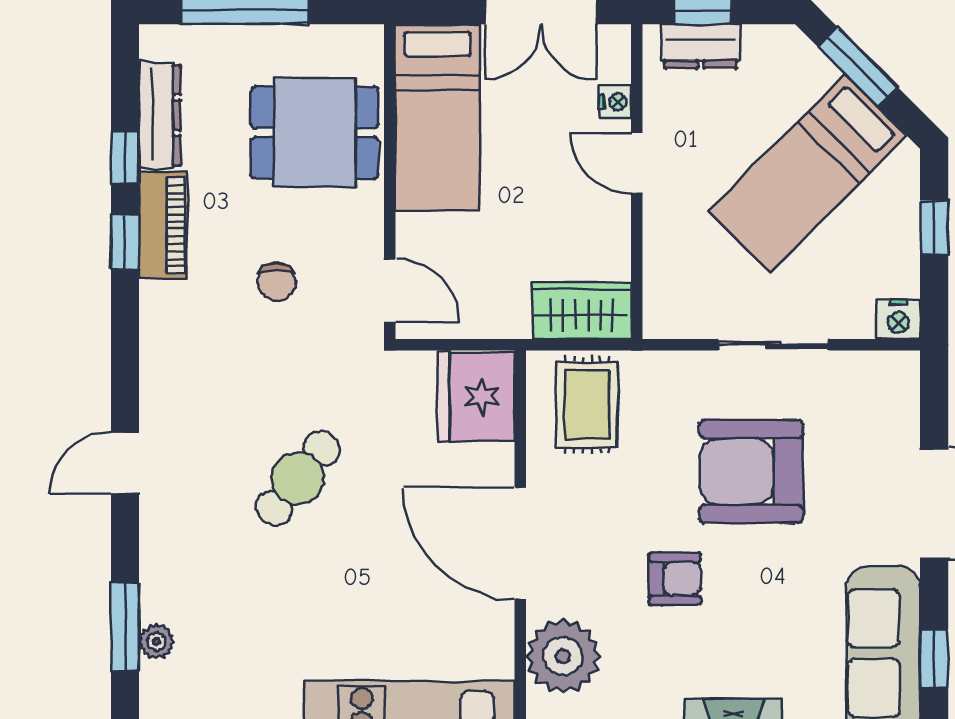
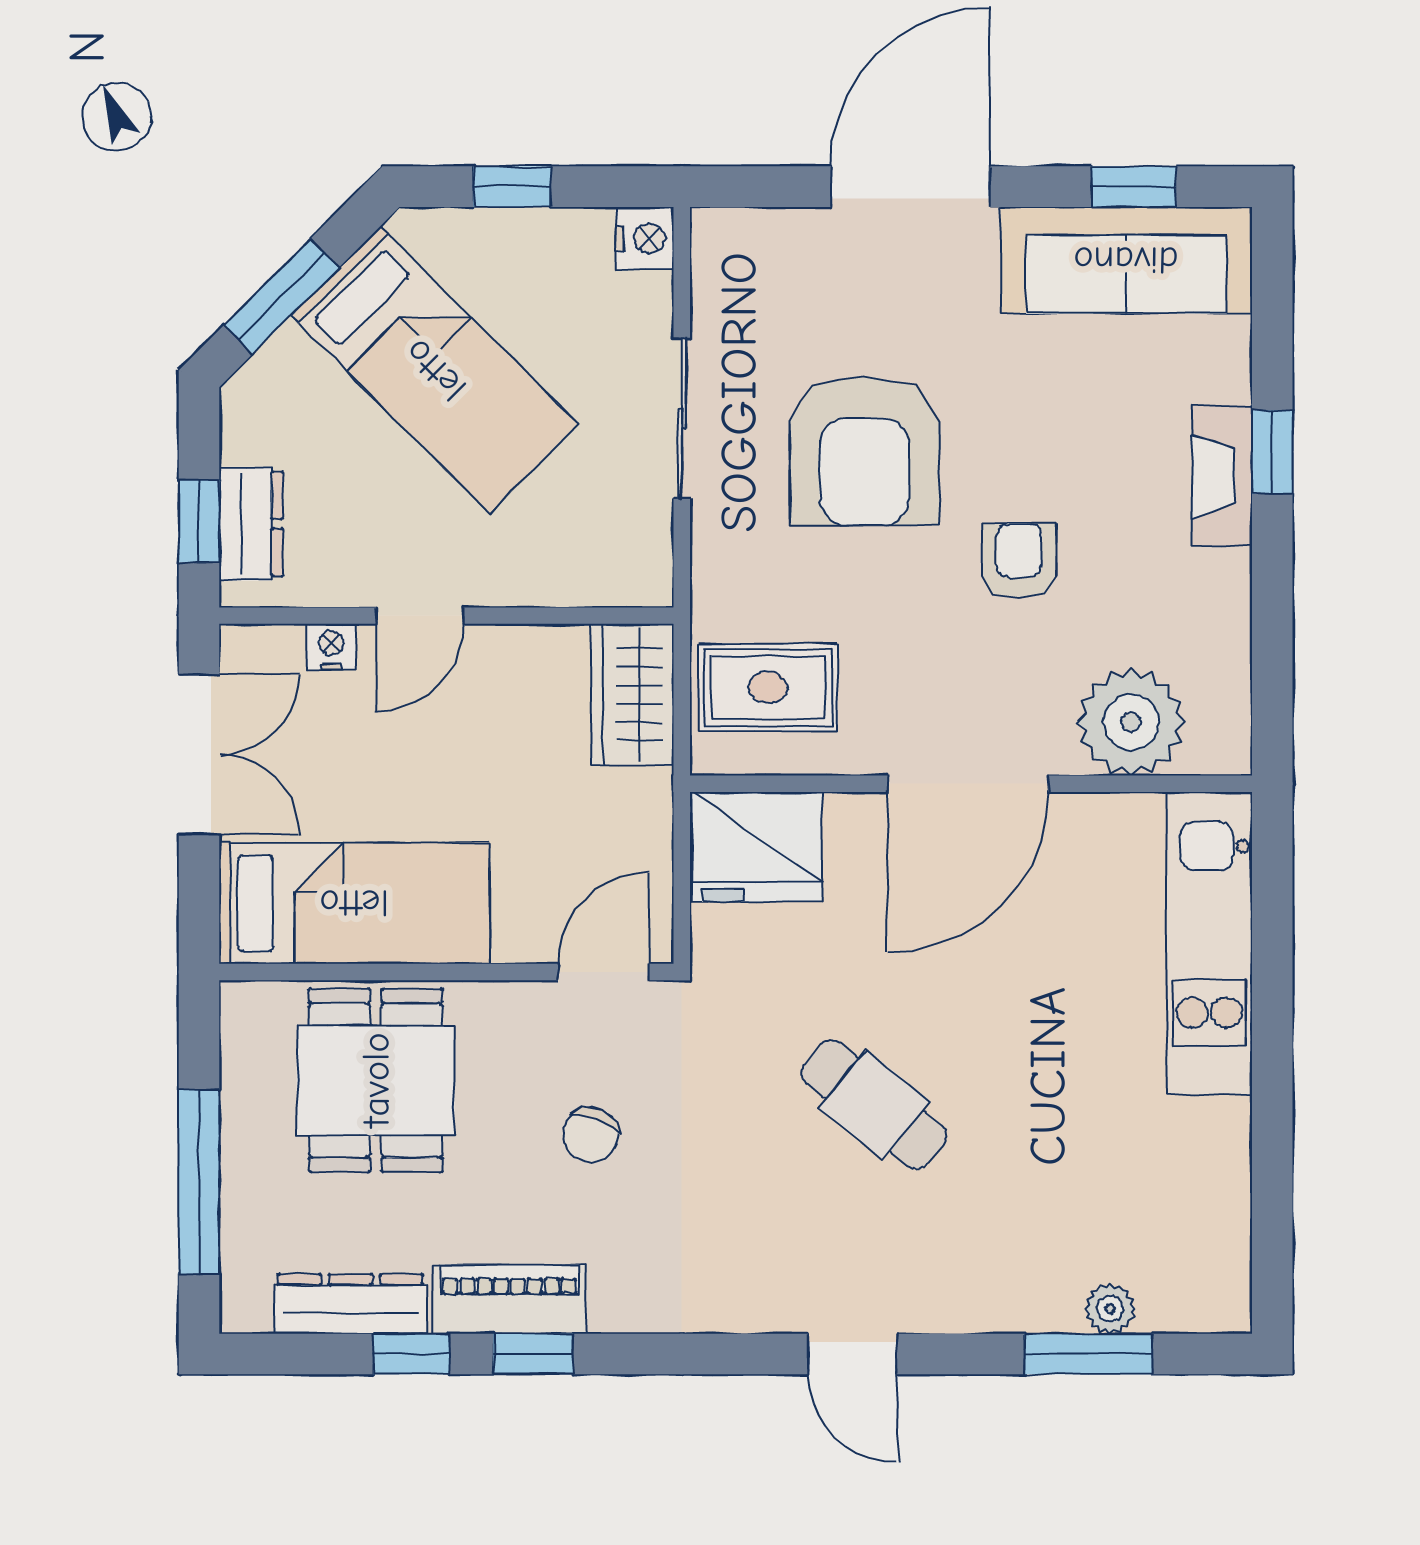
chair: (277, 282) -> (591, 1135), turned 112

